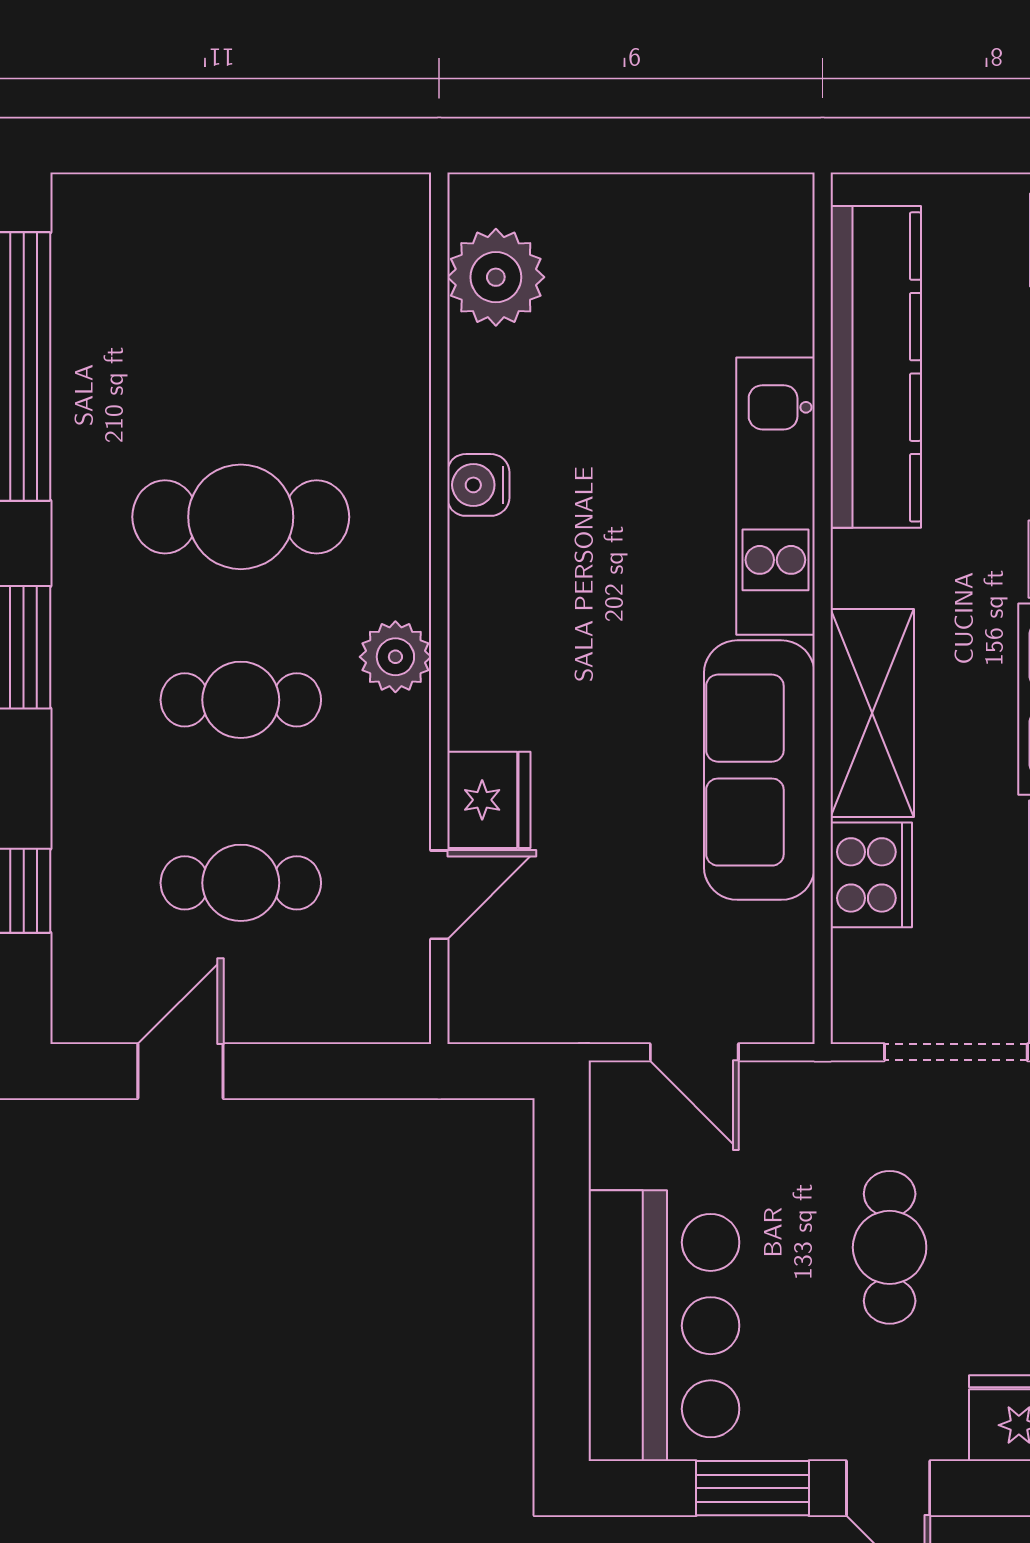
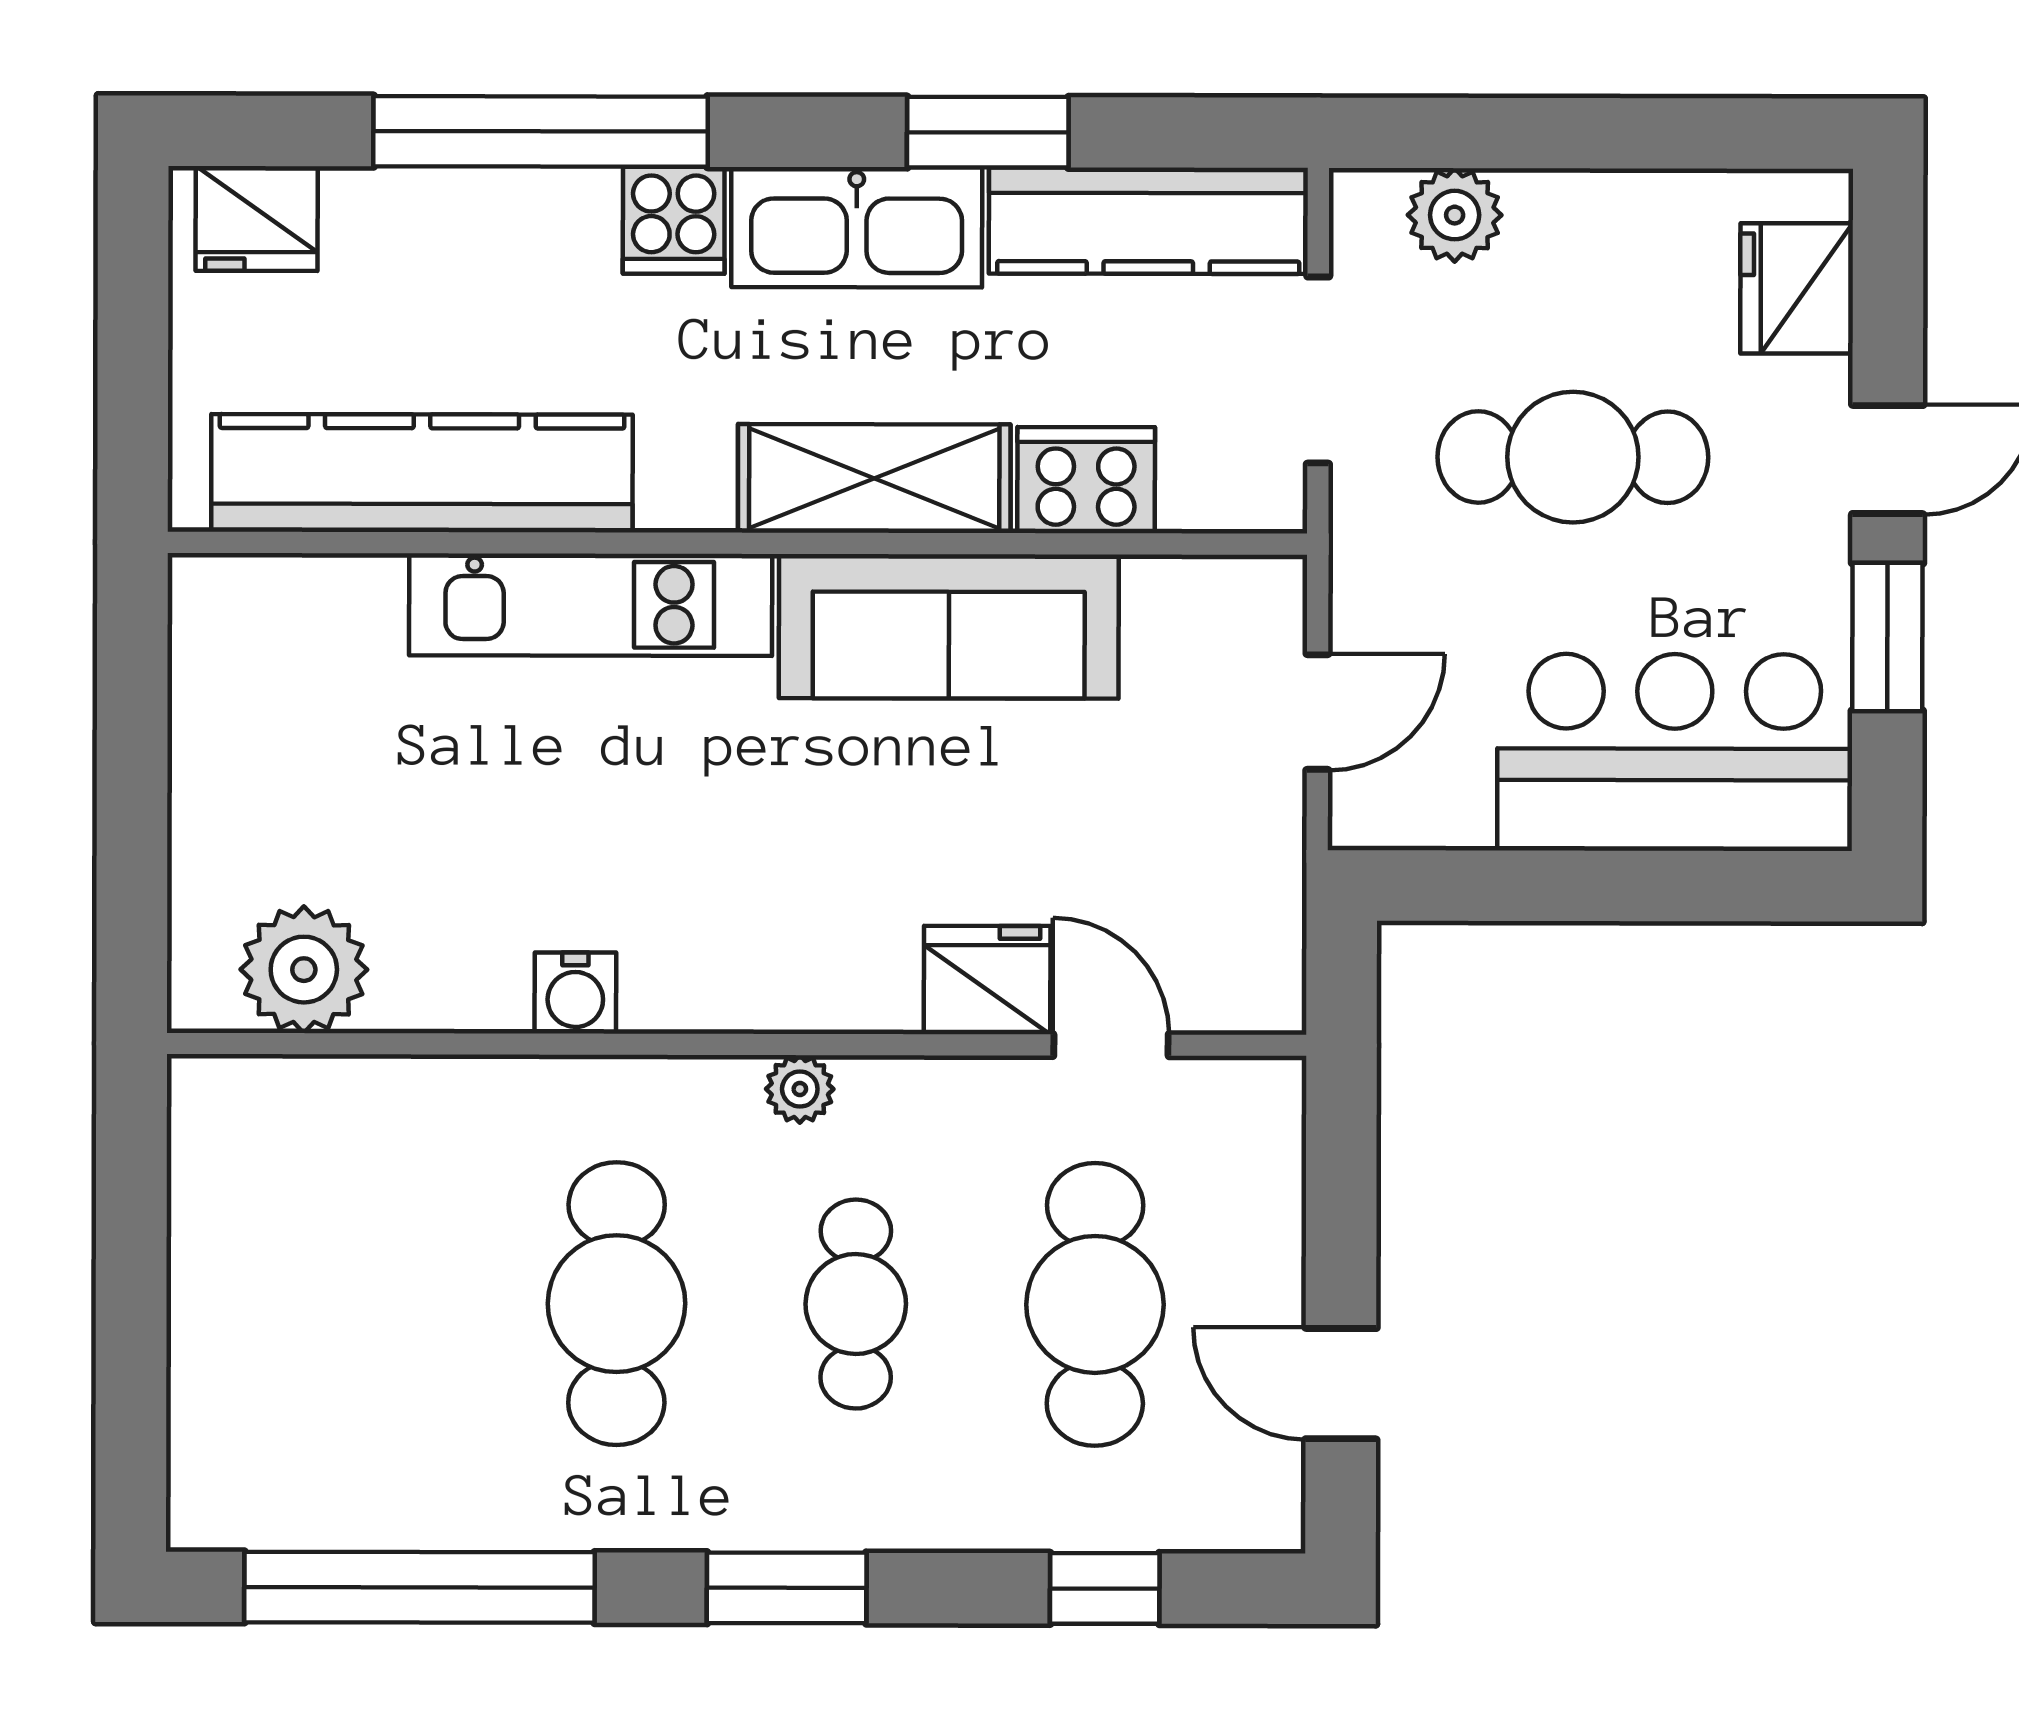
plant: (395, 657) -> (800, 1089), width x0.73, depth x0.73
cafe table: (241, 883) -> (1095, 1304), width x1.37, depth x1.35
cafe table: (890, 1247) -> (1573, 457), width x1.37, depth x1.35

